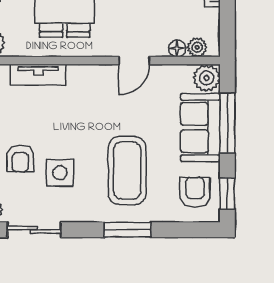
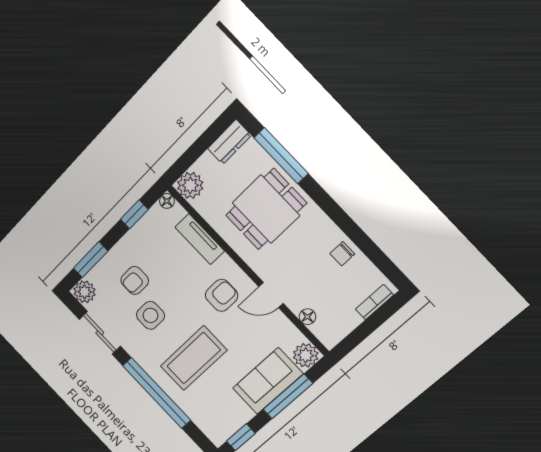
plant: (197, 47) -> (321, 330), removed
armchair: (195, 192) -> (222, 295), moved
window: (127, 230) -> (157, 393), width x2.11

